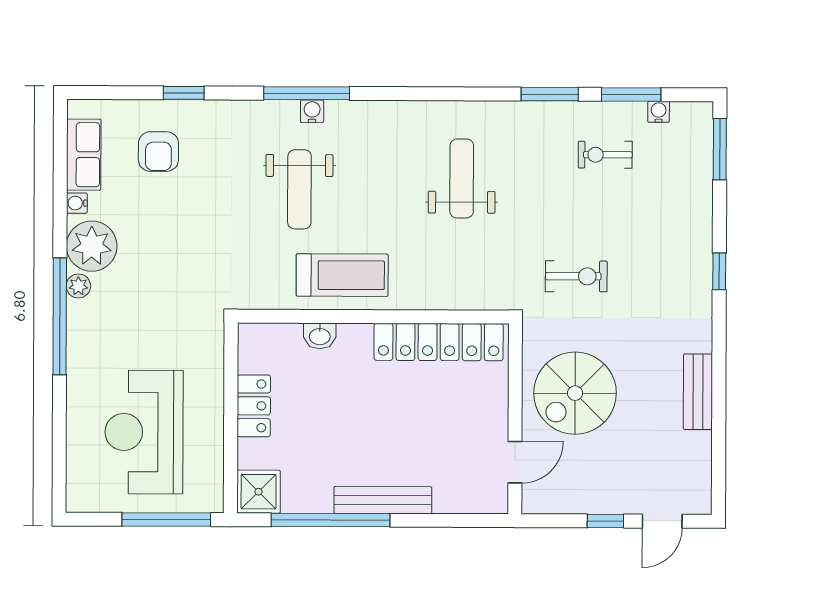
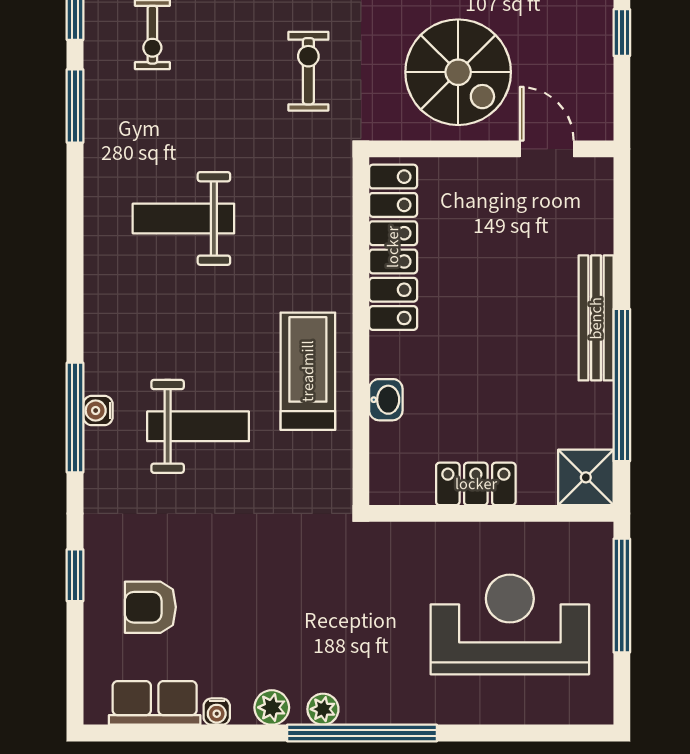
armchair: (158, 152) -> (150, 607), turned 180
plant: (92, 246) -> (272, 707), width x0.53, depth x0.53
reception desk: (144, 432) -> (510, 624), turned 180

